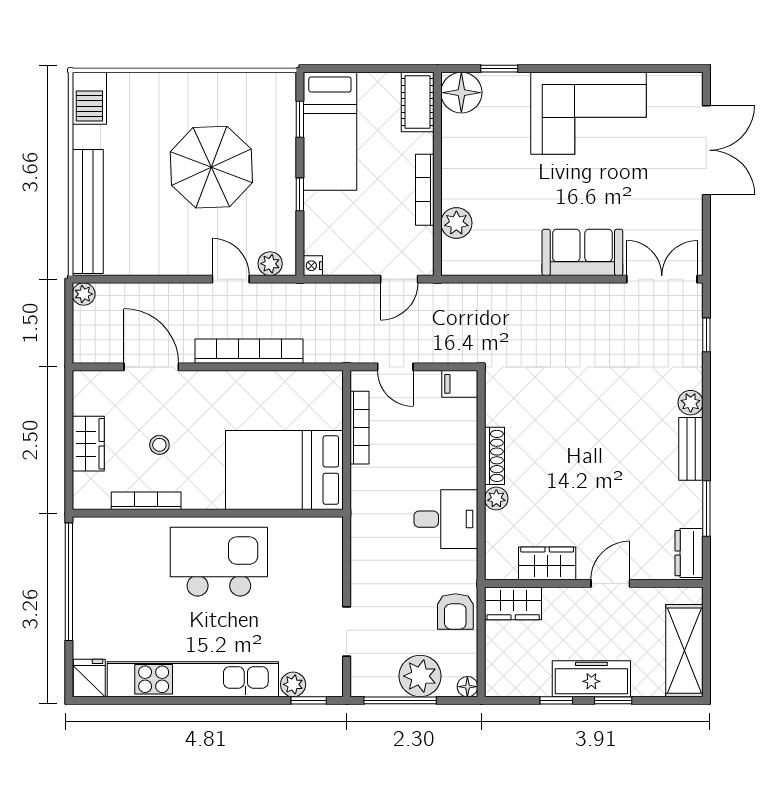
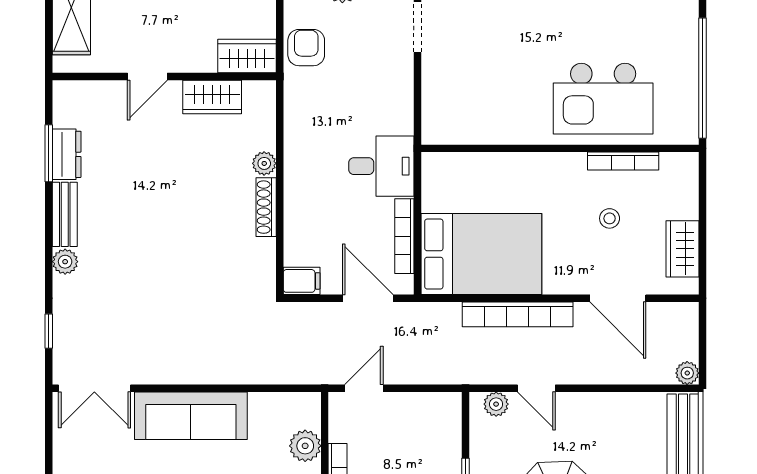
sofa: (582, 252) -> (191, 416), width x1.36
nightstand: (313, 266) -> (452, 402), removed
door: (395, 367) -> (368, 298), width x1.37
wardrobe: (88, 444) -> (682, 249), moved
bed: (284, 470) -> (481, 254), moved
desk: (446, 519) -> (381, 166), moved, turned 180
dresser: (689, 553) -> (67, 154), moved
kitchen island: (219, 562) -> (603, 99), moved

